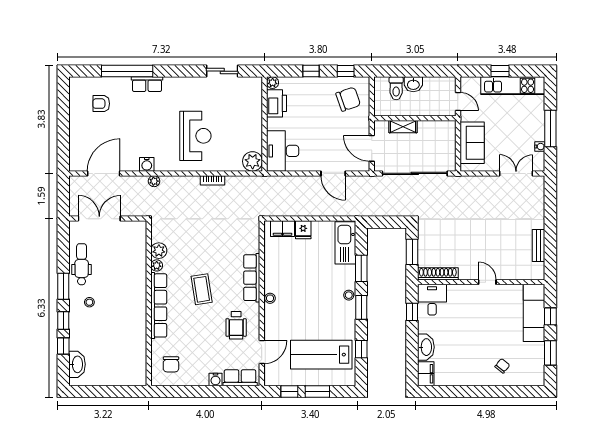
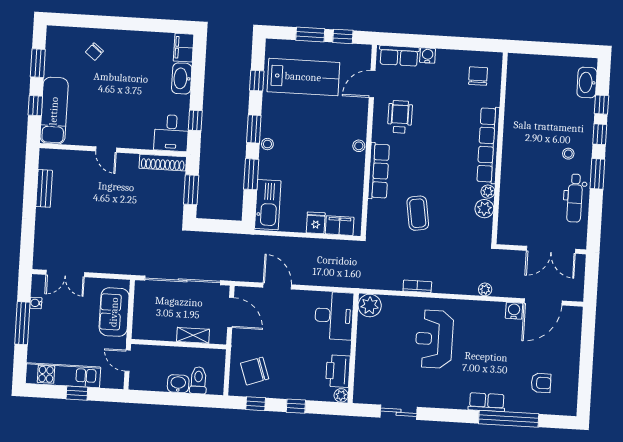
water cooler: (147, 164) -> (514, 311), moved
coffee table: (202, 289) -> (418, 213), moved

